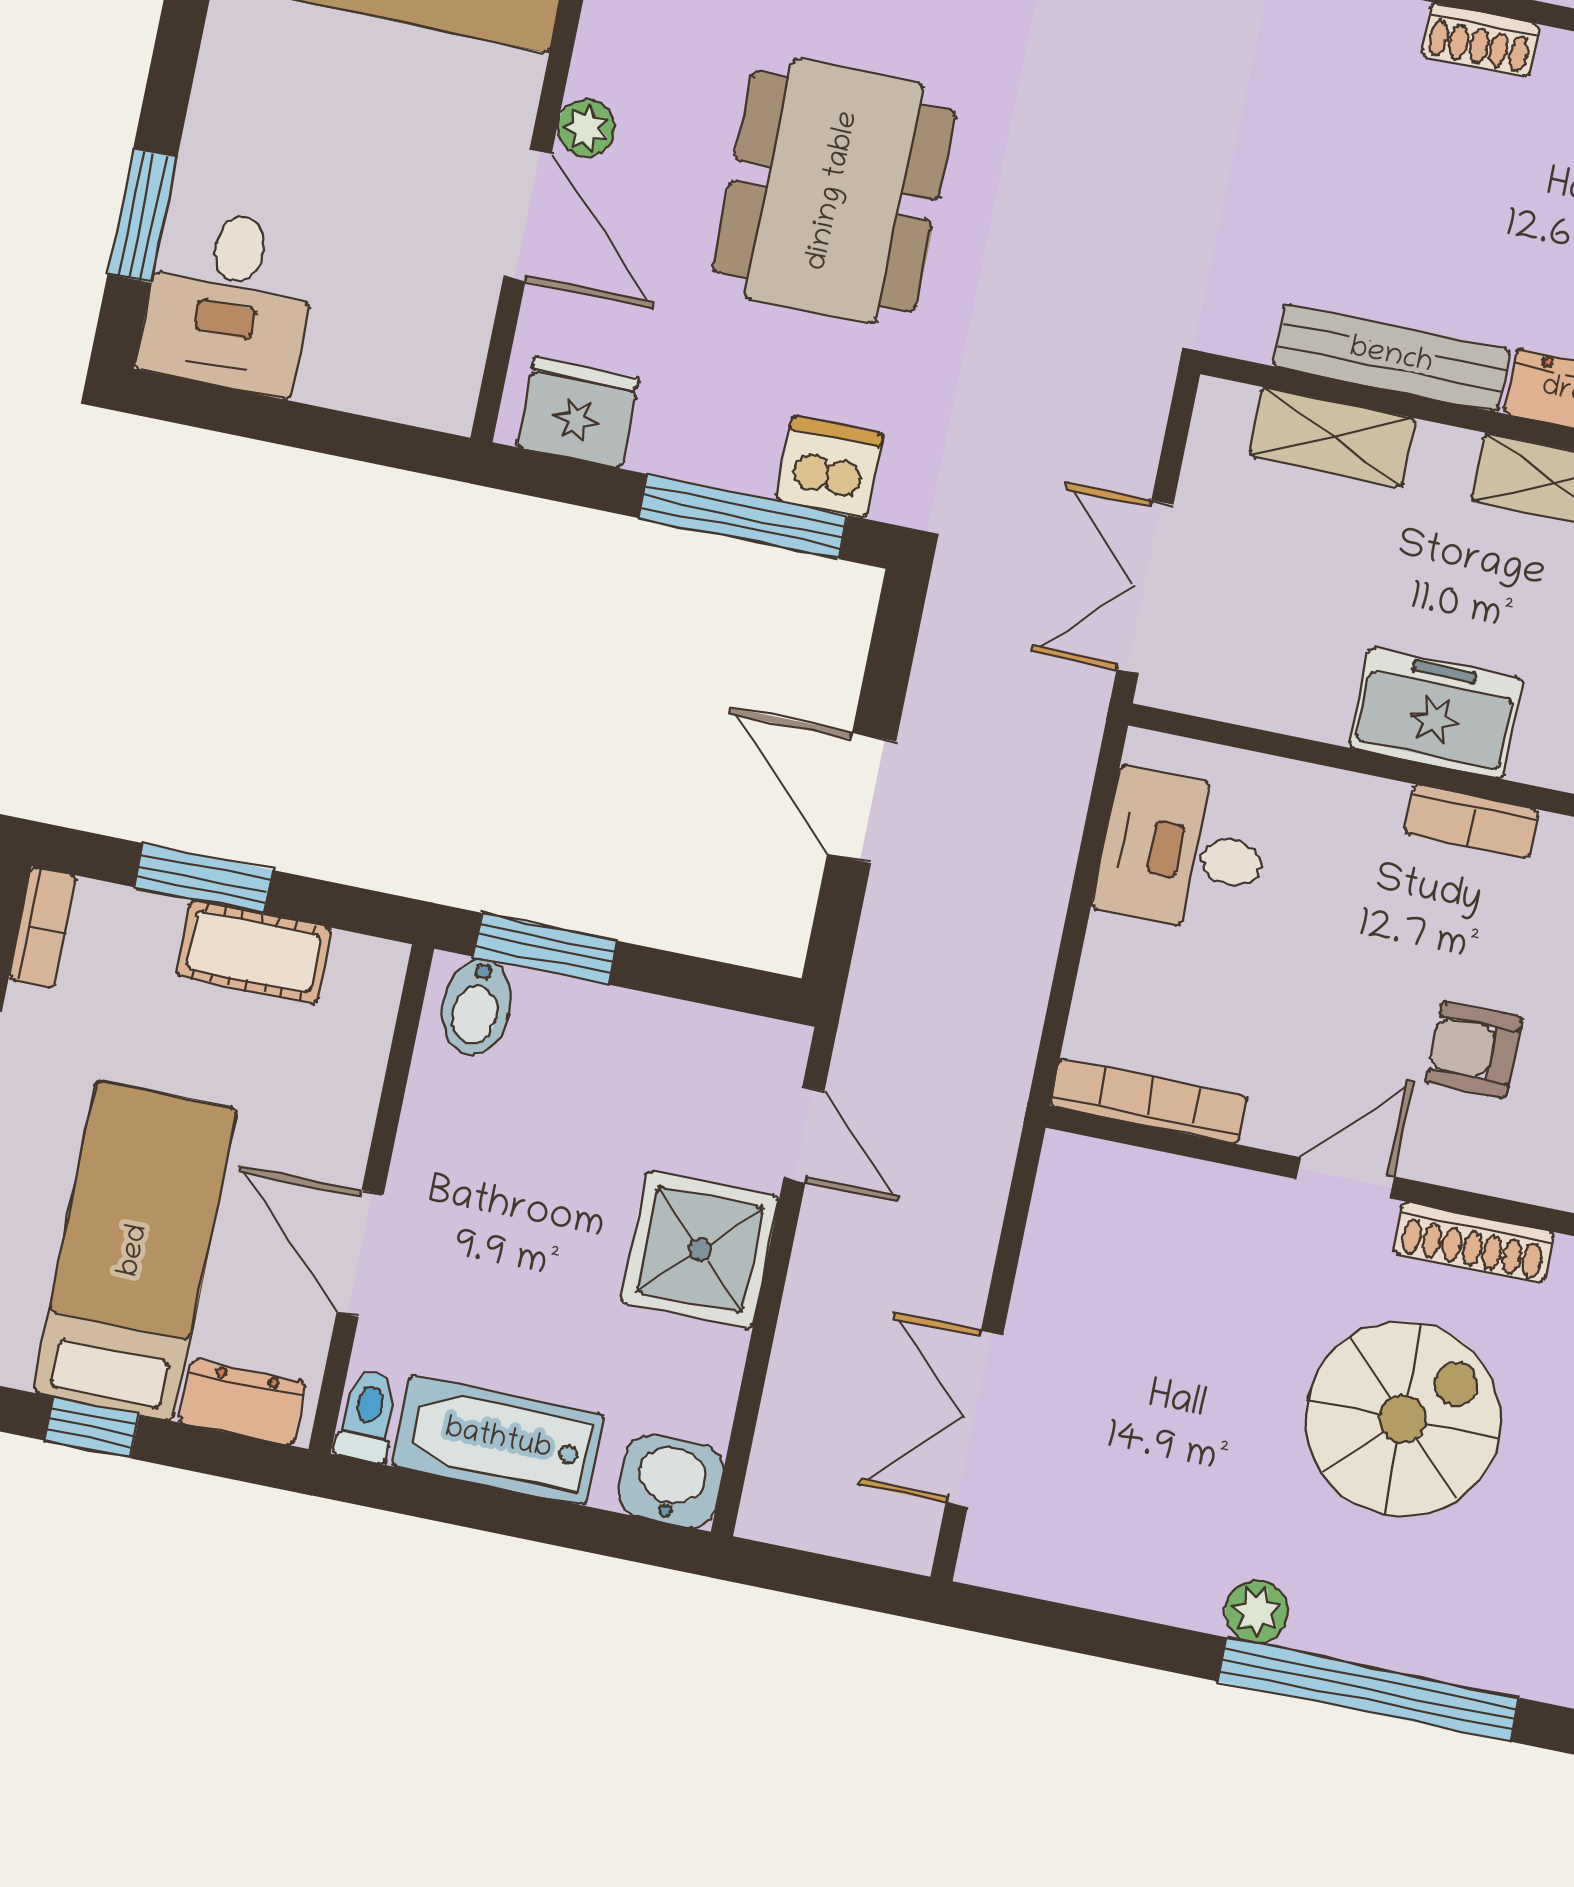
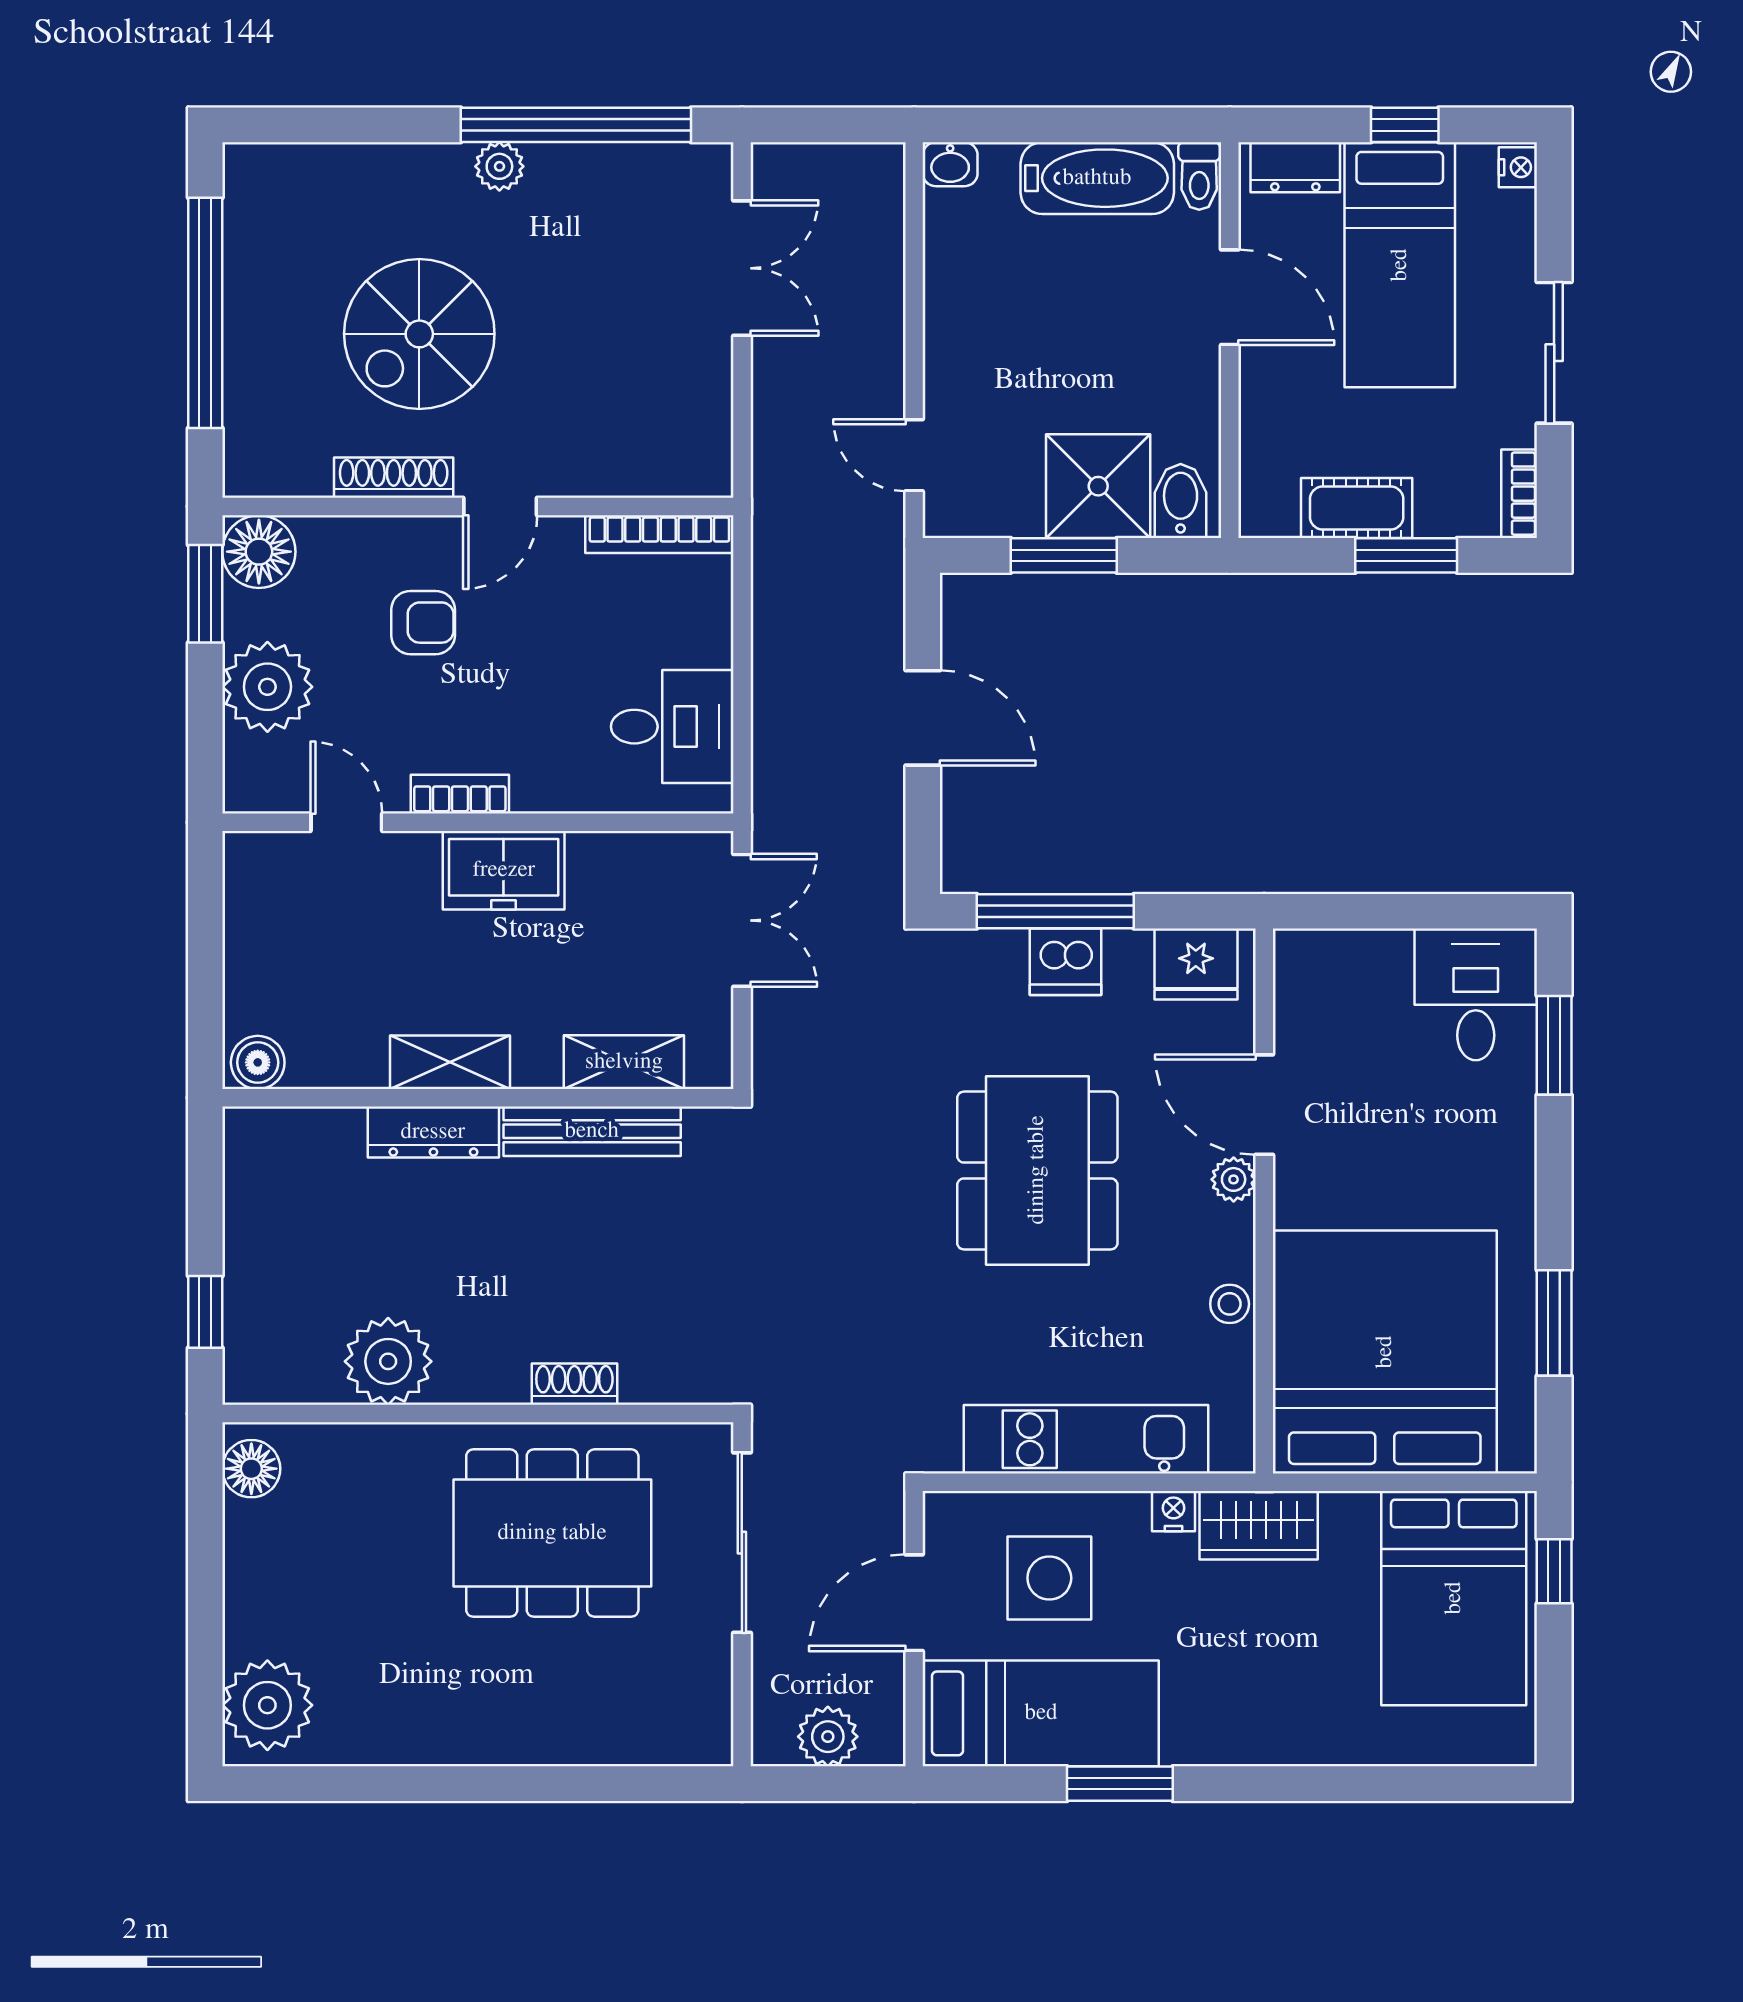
dishwasher: (830, 467) -> (1066, 962), moved
window: (545, 949) -> (1064, 555), moved
shower: (700, 1250) -> (1098, 486), moved
washbasin: (671, 1481) -> (950, 164), width x0.72, depth x0.69
window: (1368, 1690) -> (576, 125), moved

